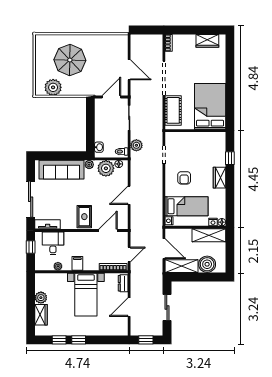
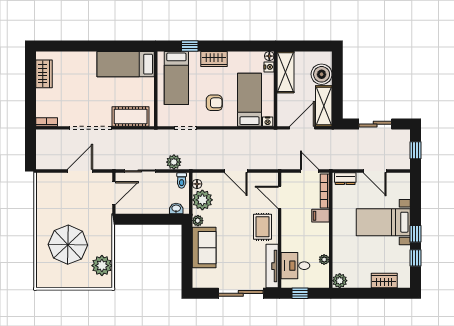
door: (111, 97) -> (114, 193), swing flipped
bed: (210, 106) -> (126, 64), width x0.67
bed: (204, 147) -> (176, 78), added
sofa: (62, 170) -> (204, 248), width x0.73
rug: (84, 217) -> (262, 227), turned 90
tv unit: (48, 224) -> (272, 266), width x1.41
filing cabinet: (77, 263) -> (321, 216), moved
bed with nightstands: (86, 295) -> (383, 222), moved, turned 180
plant: (41, 298) -> (340, 281), moved

